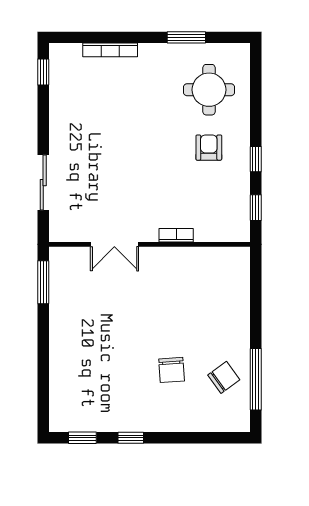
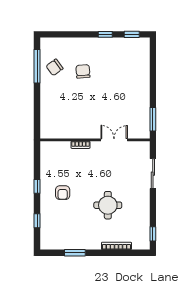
round table: (209, 90) -> (108, 205), moved
window: (256, 208) -> (37, 221), moved

